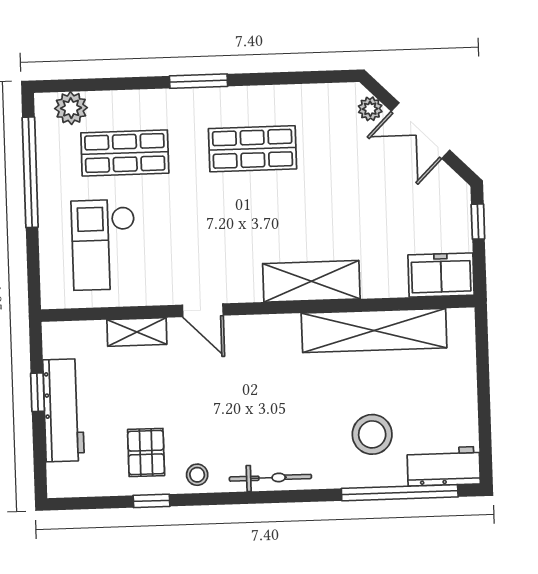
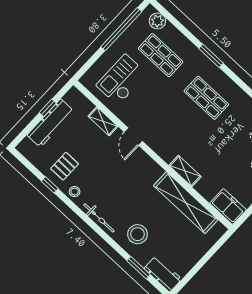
shelving: (311, 281) -> (185, 171), width x0.67, depth x0.75
stool: (372, 434) -> (138, 234), moved
window: (400, 493) -> (139, 268), width x0.47

